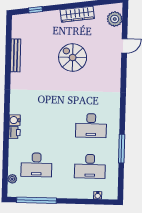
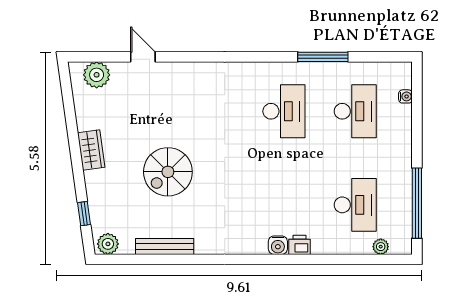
wardrobe: (77, 14) -> (91, 150), width x0.67
plant: (18, 23) -> (108, 244), added
spiral stairs: (73, 58) -> (168, 172), moved

